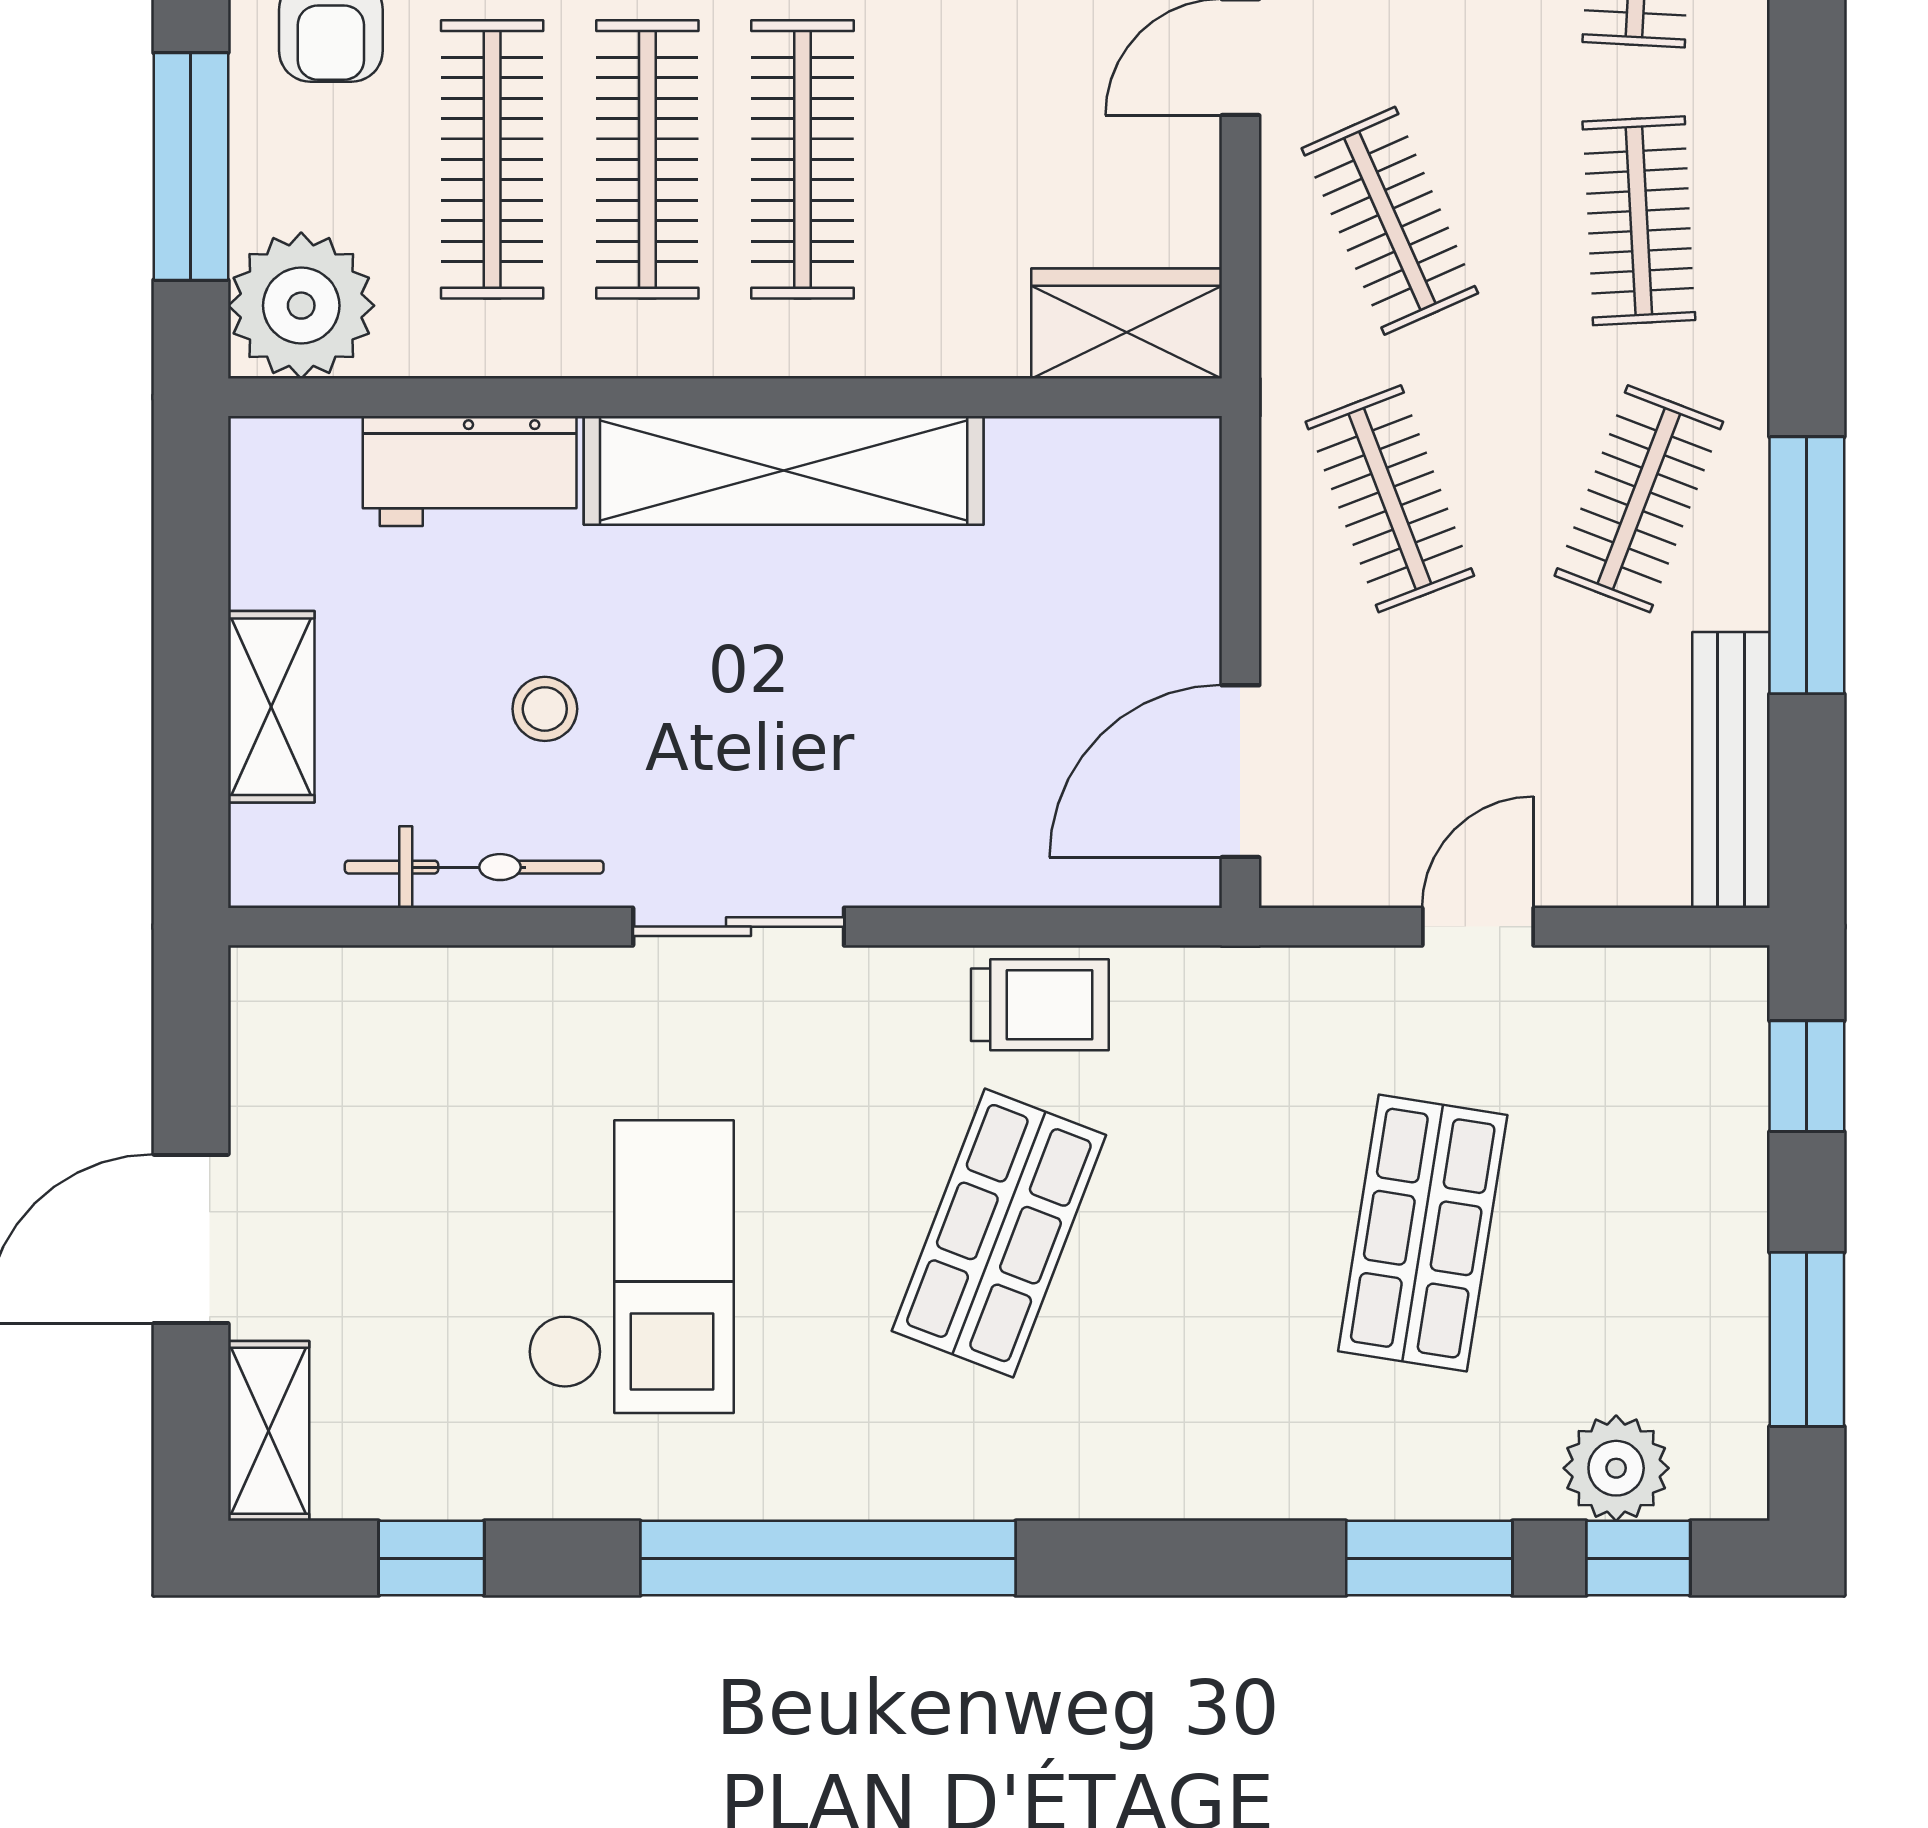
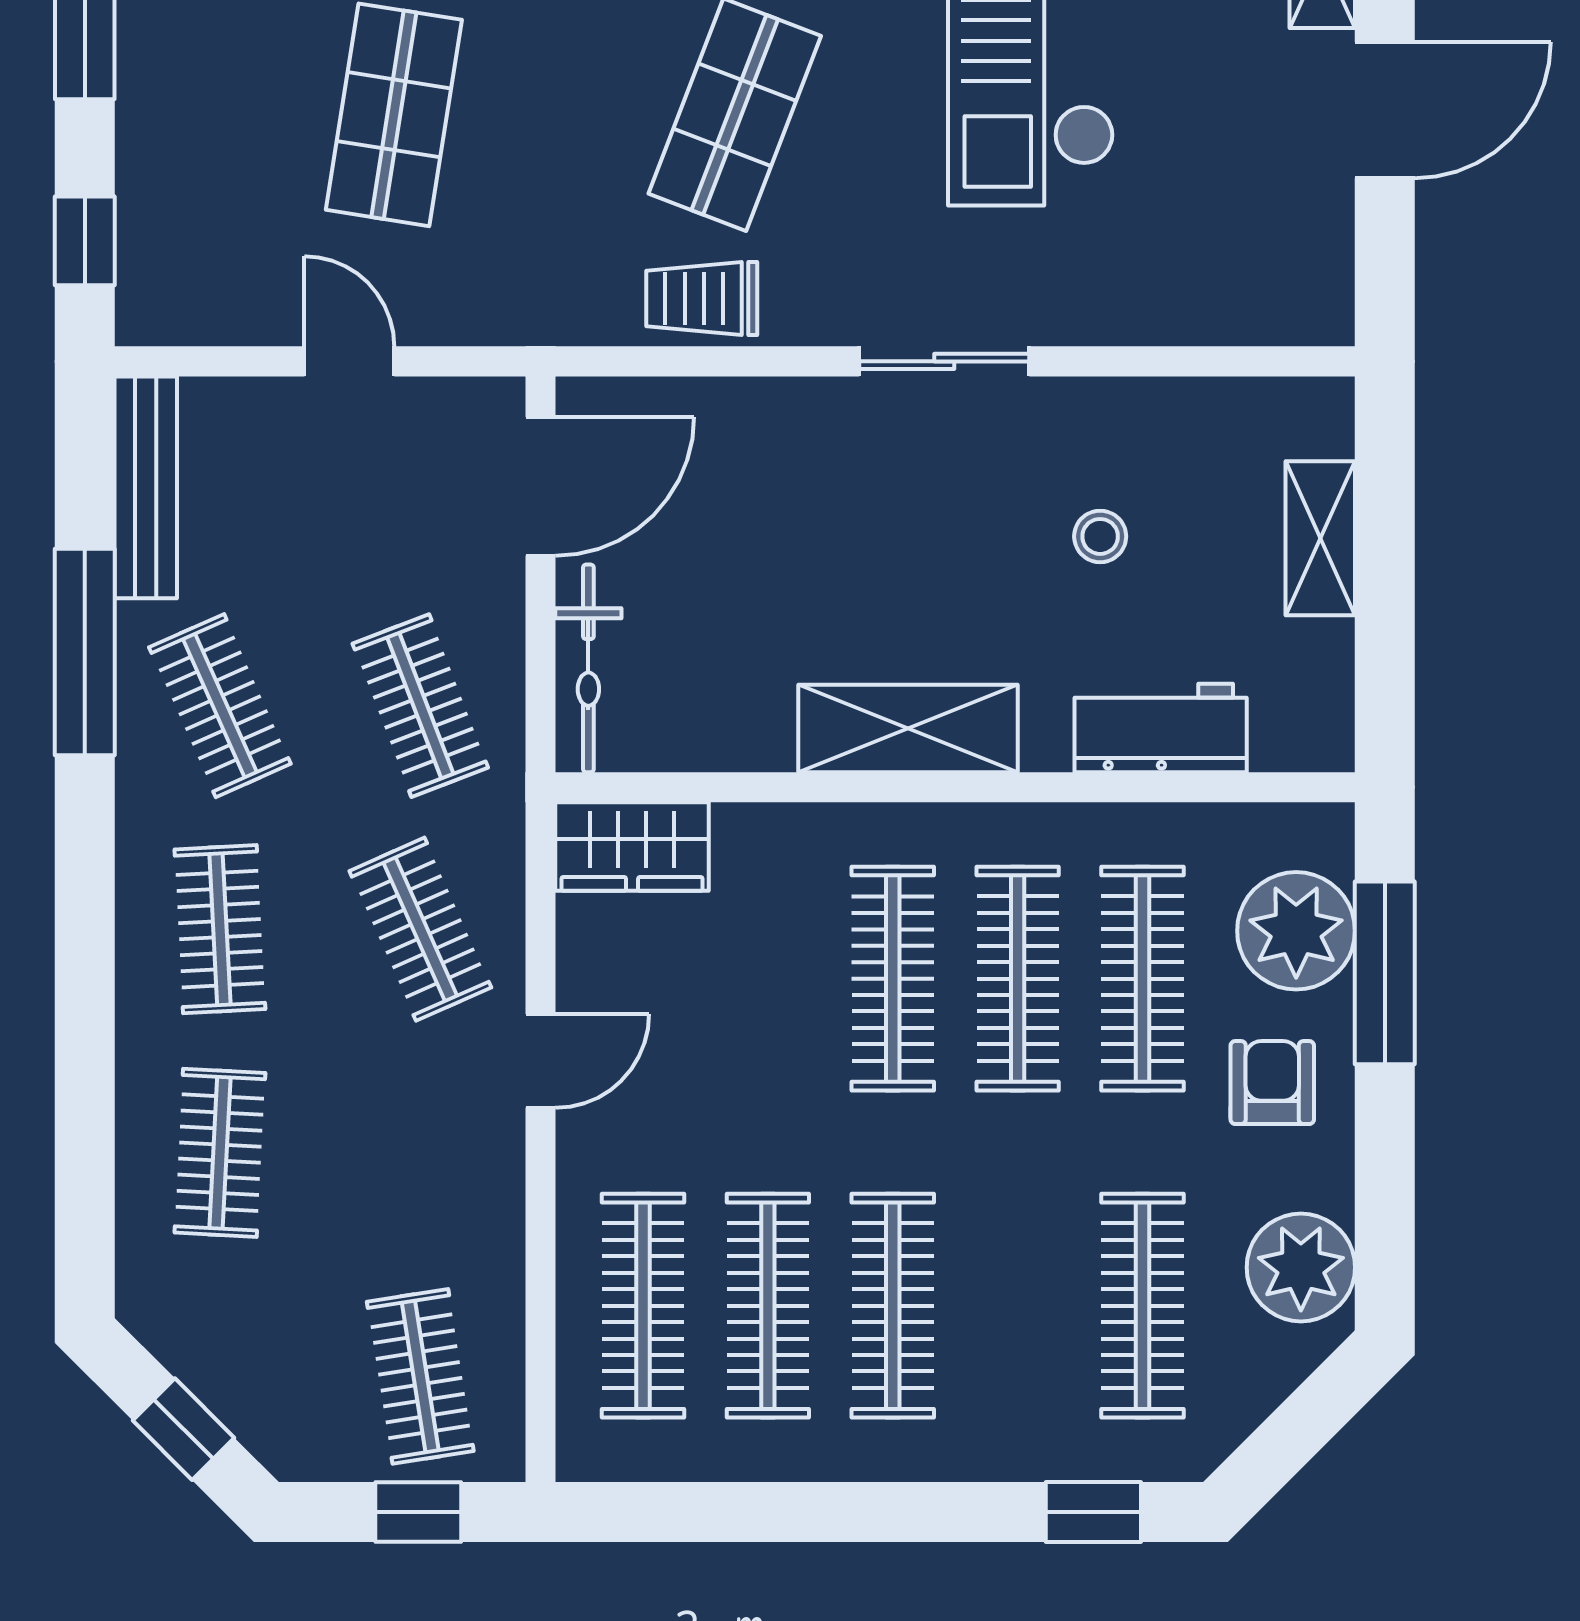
plant: (301, 306) -> (1296, 931), moved
shelving: (784, 470) -> (908, 728), width x0.68
clothes rail: (1639, 499) -> (220, 706), turned -45
bicycle: (474, 867) -> (588, 668), moved, turned -90
door: (1478, 927) -> (349, 361), swing flipped

